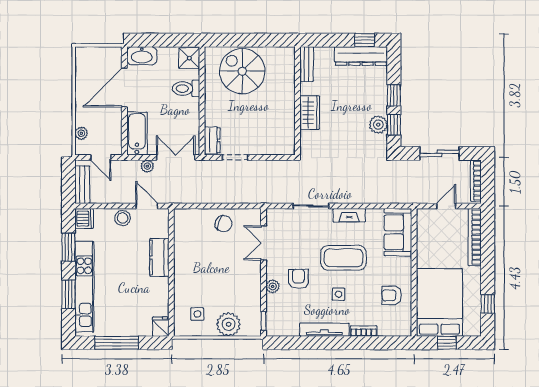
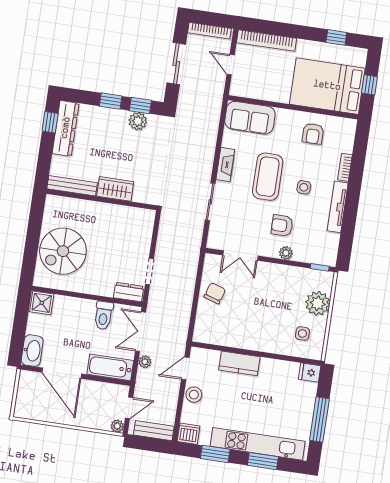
bench: (307, 64) -> (72, 186), width x1.36
toilet: (186, 89) -> (104, 315), moved
plant: (81, 133) -> (117, 426), moved

